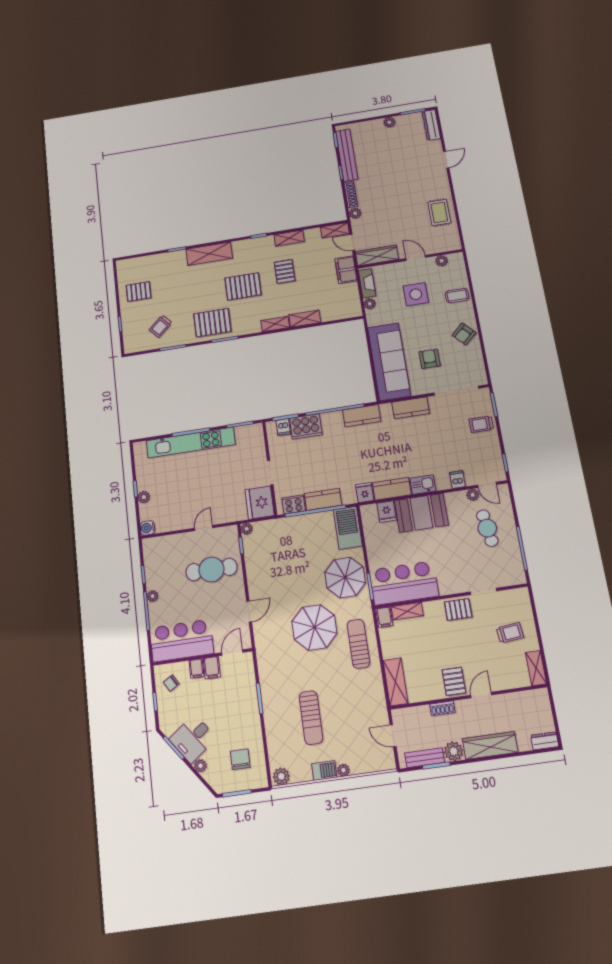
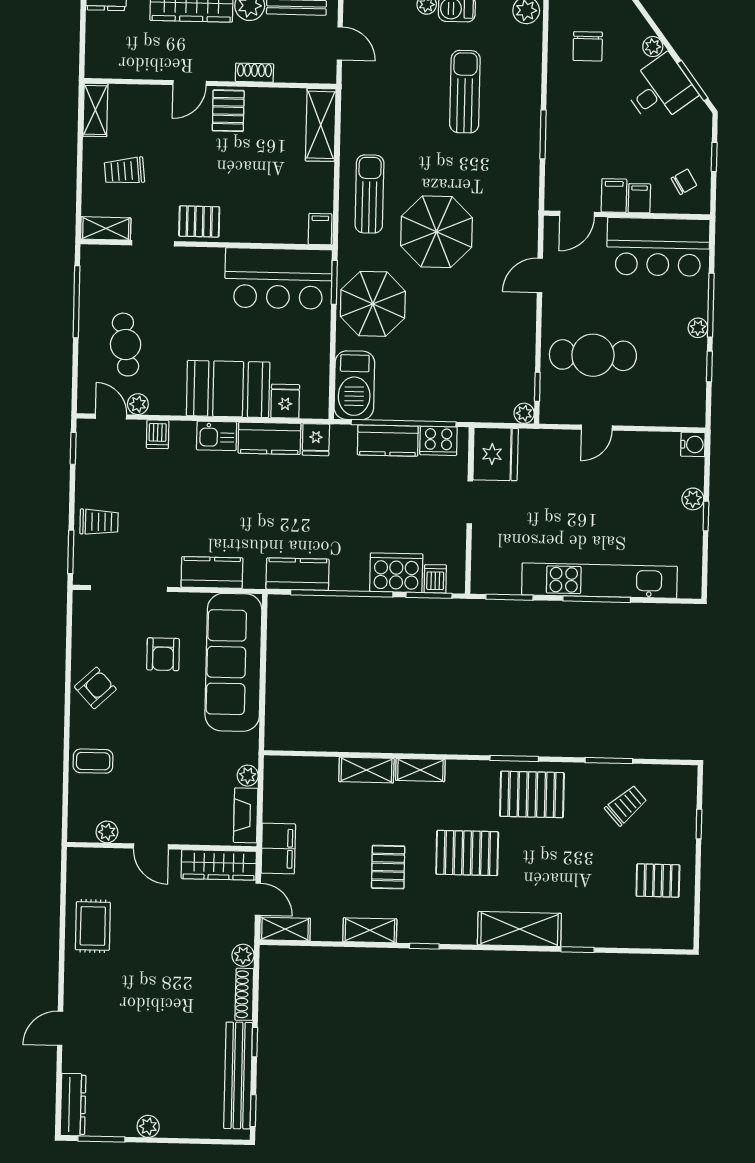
side table: (416, 294) -> (164, 778), removed
shelving: (407, 611) -> (106, 228), moved
sun lounger: (358, 644) -> (369, 194), turned 180

